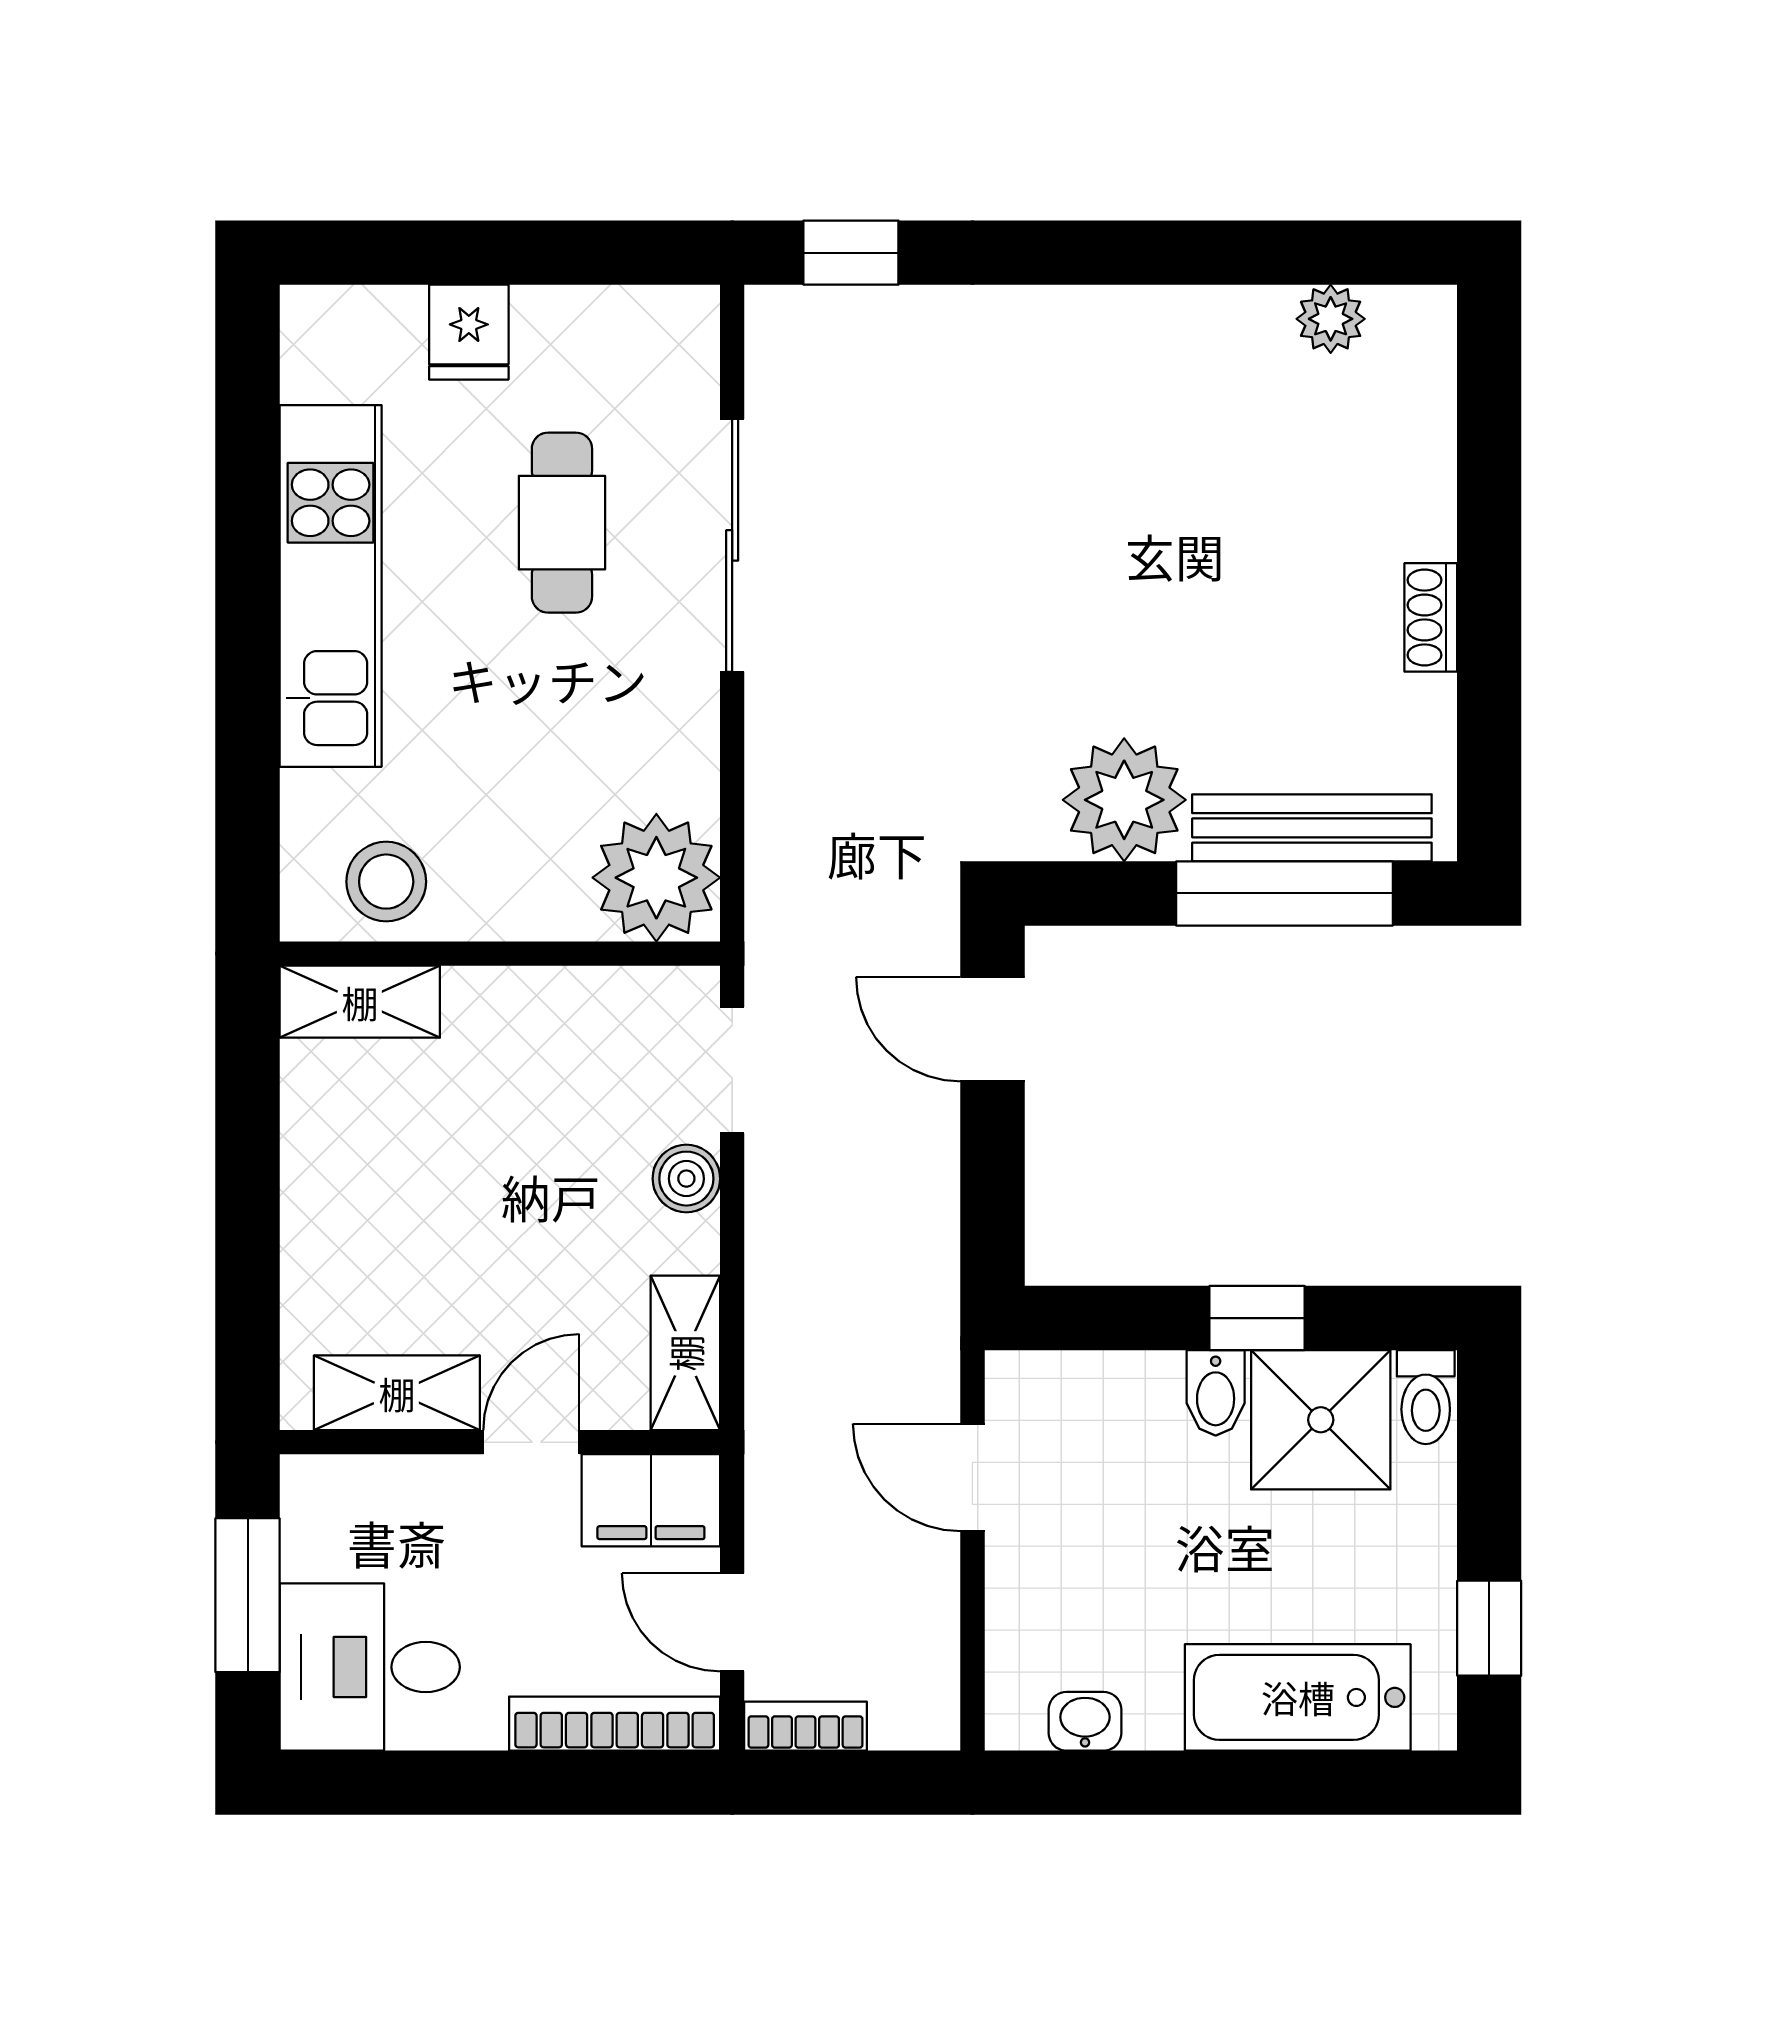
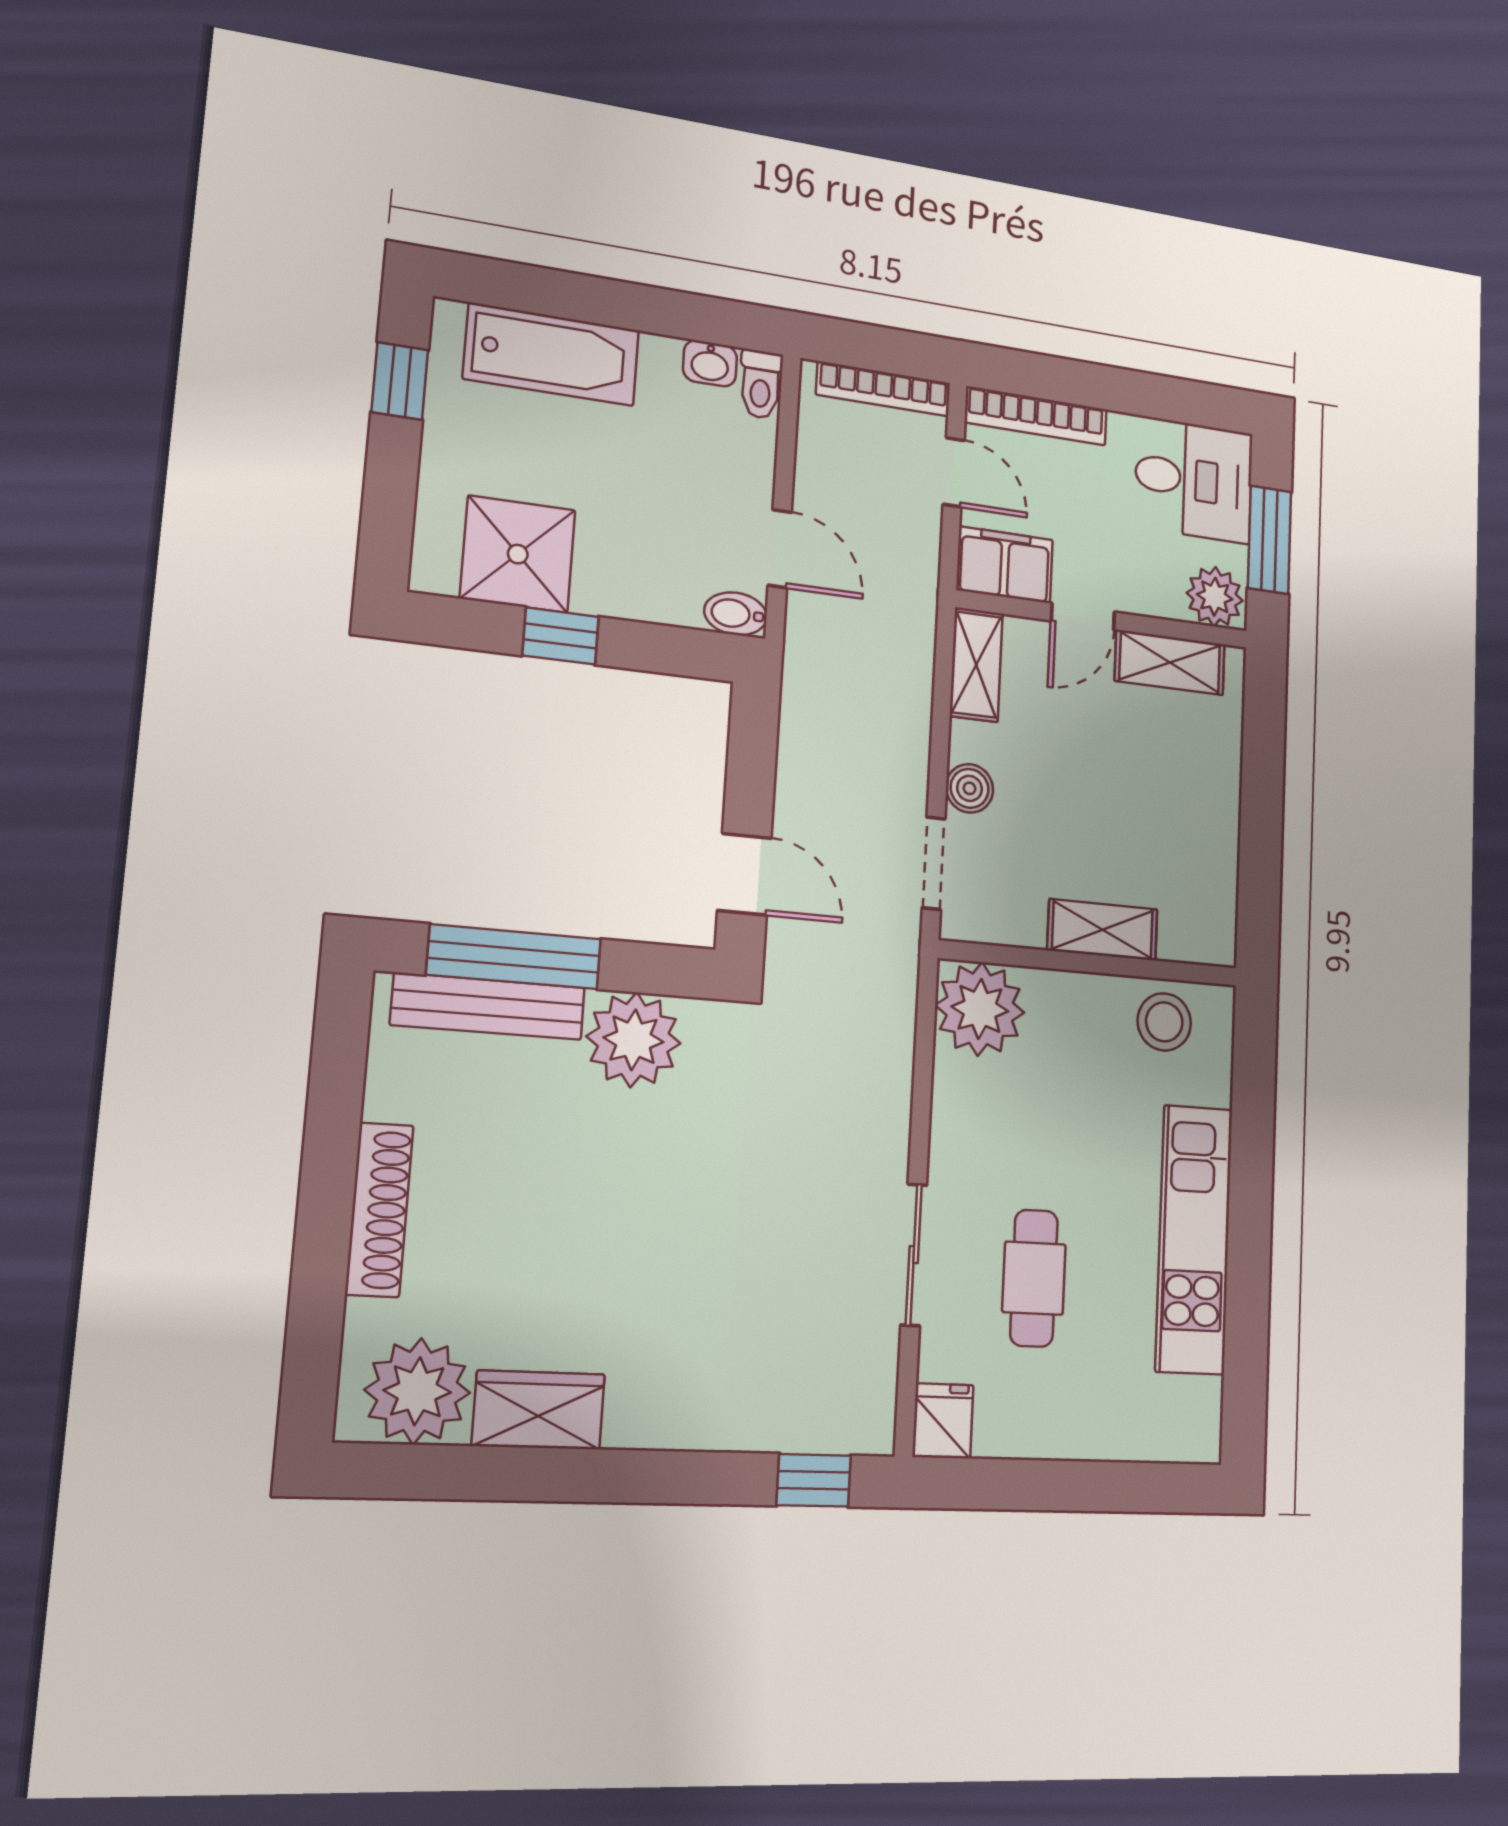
plant: (1331, 319) -> (417, 1391), width x1.88, depth x1.88
wardrobe: (1210, 331) -> (539, 1410), added
fridge: (469, 332) -> (943, 1421), moved
sliding door: (732, 545) -> (914, 1255), width x0.73
shoe rack: (1431, 617) -> (379, 1210), width x1.94, depth x1.24
shelving: (360, 1002) -> (1103, 930), moved
bidet: (1216, 1393) -> (736, 614), moved, turned -90
toilet: (1426, 1397) -> (761, 384), moved, turned 180
plant: (331, 1498) -> (1215, 597), added
bookcase: (805, 1726) -> (883, 389), width x1.56

